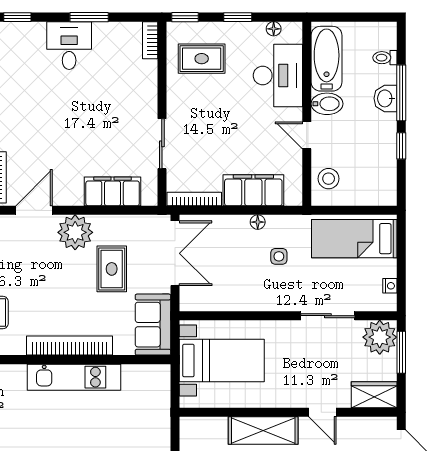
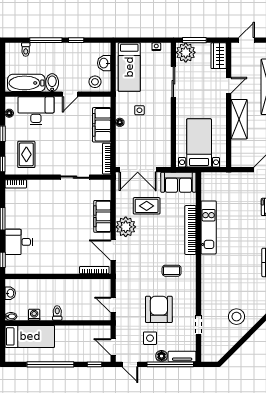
desk: (69, 46) -> (19, 242), moved
washbasin: (385, 98) -> (104, 63), moved, turned 90
filing cabinet: (113, 191) -> (102, 216), moved
double door: (175, 253) -> (138, 170), swing flipped

